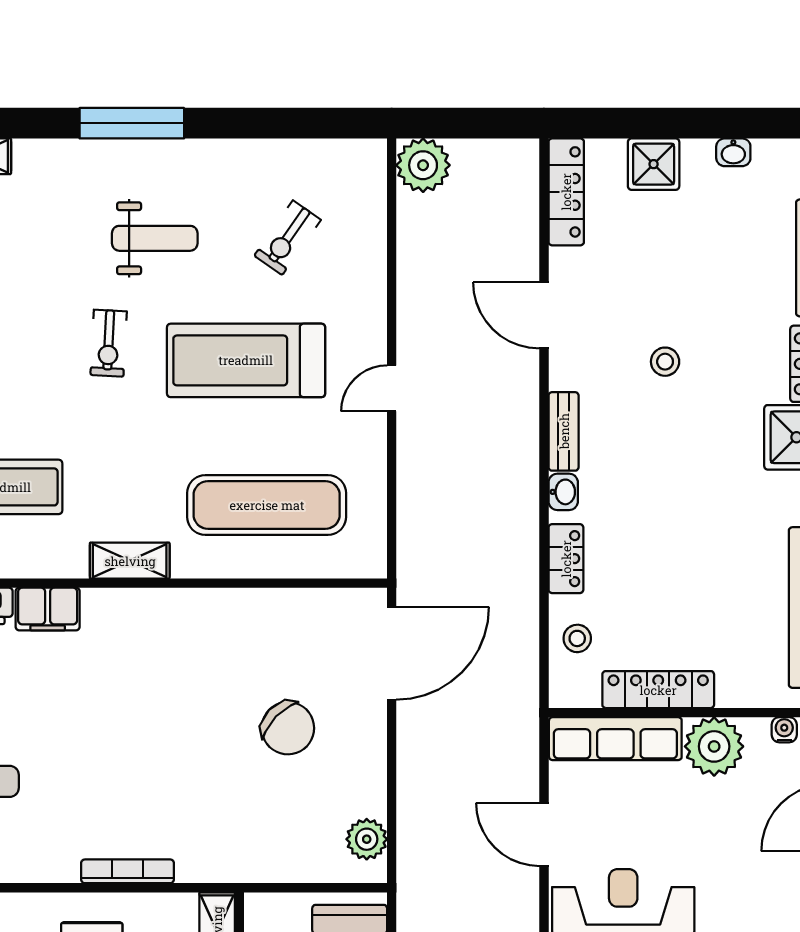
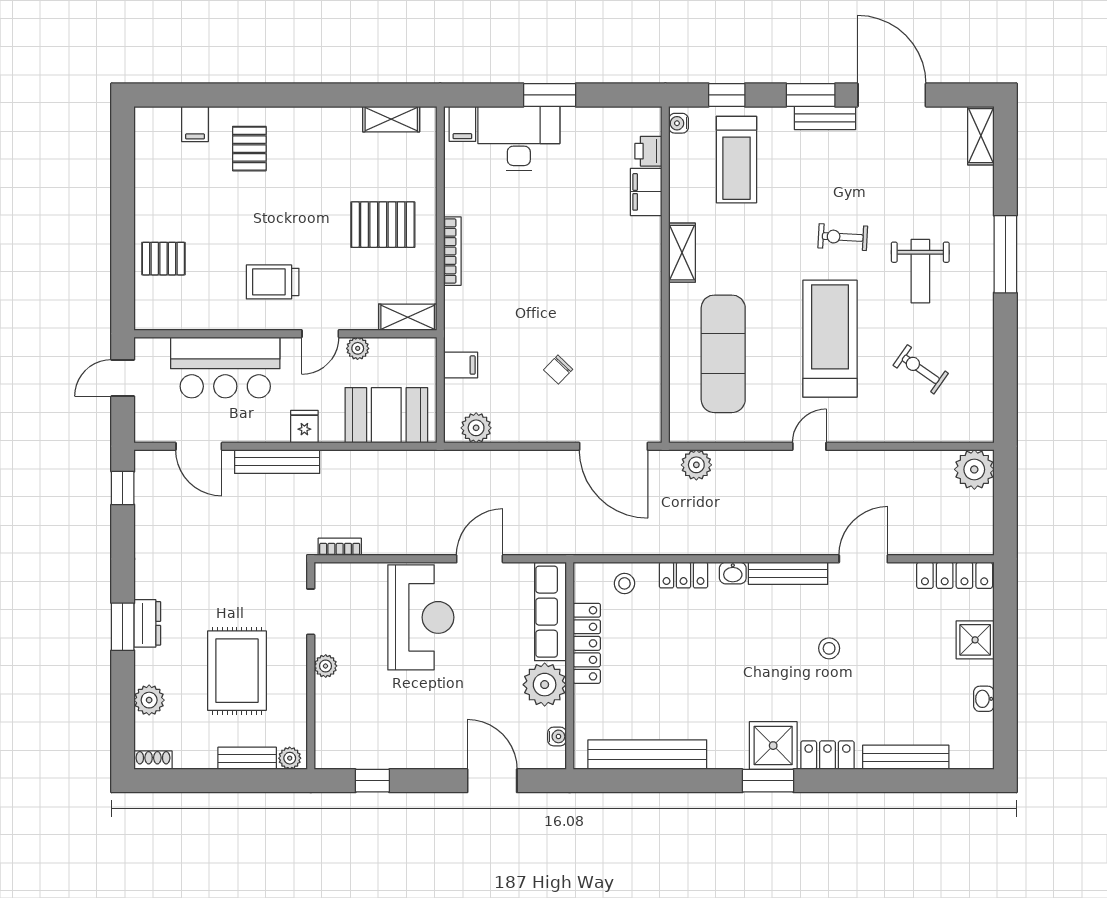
door: (392, 388) -> (809, 446), hinge flipped
bench: (564, 431) -> (788, 573), width x1.36
plant: (417, 541) -> (696, 465), added
chair: (288, 728) -> (558, 370), width x0.54, depth x0.54
filing cabinet: (282, 860) -> (461, 365), added

